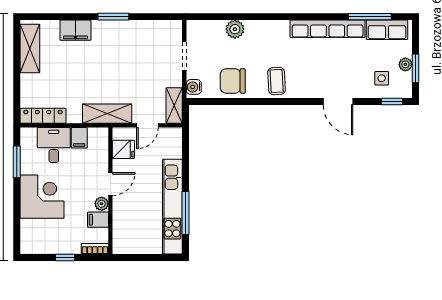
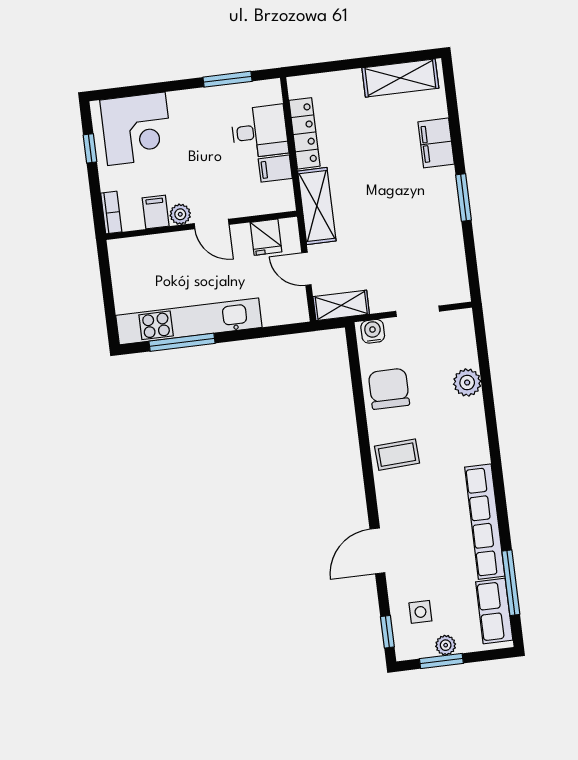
locker: (43, 116) -> (304, 133), moved
corner desk: (42, 197) -> (136, 129), moved
window: (65, 258) -> (90, 148), moved

